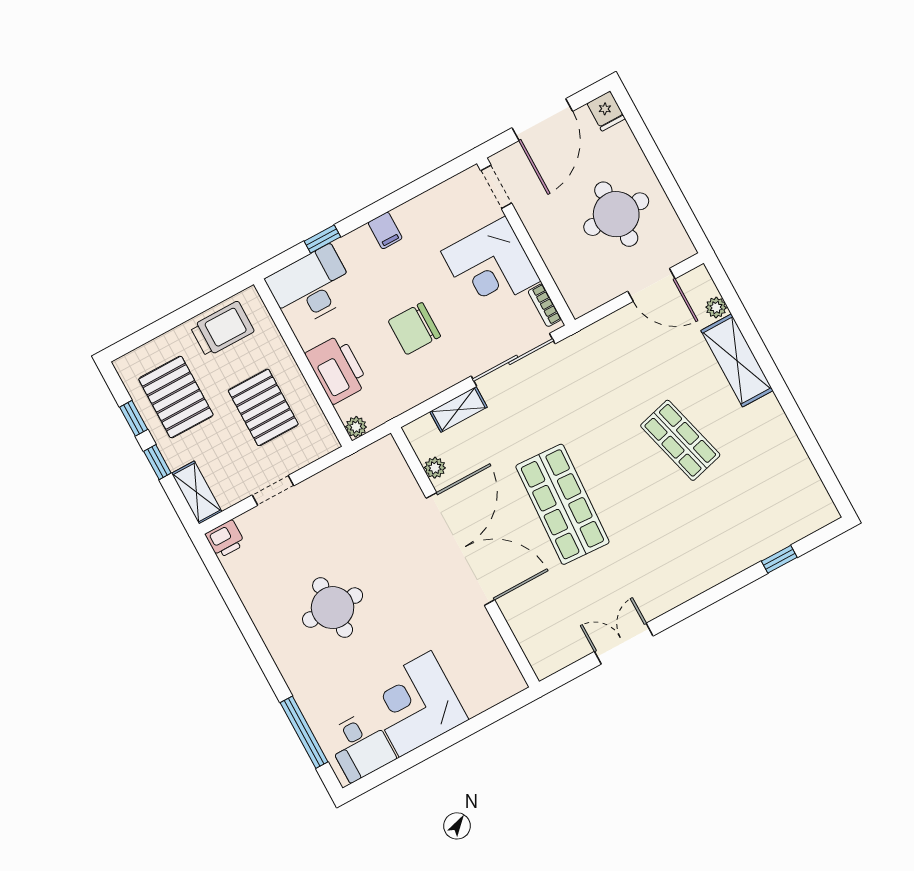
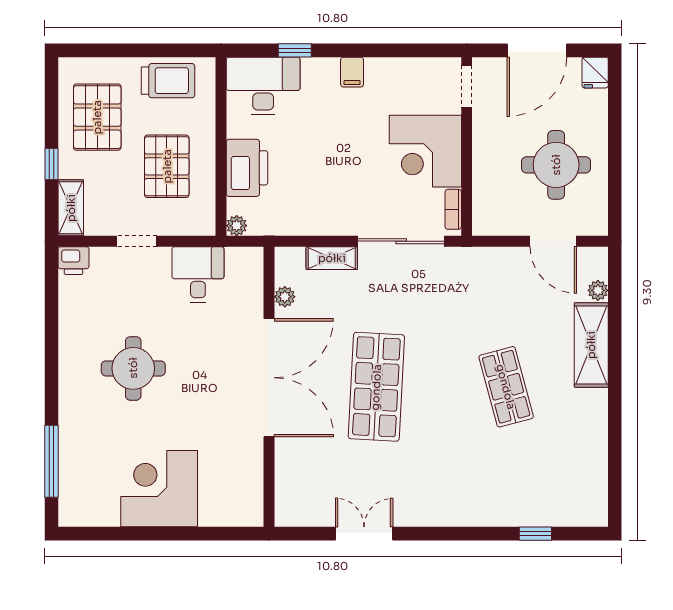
chair: (414, 329) -> (332, 169), removed
window: (134, 418) -> (51, 116), removed
desk: (360, 746) -> (198, 274), moved, turned 180

